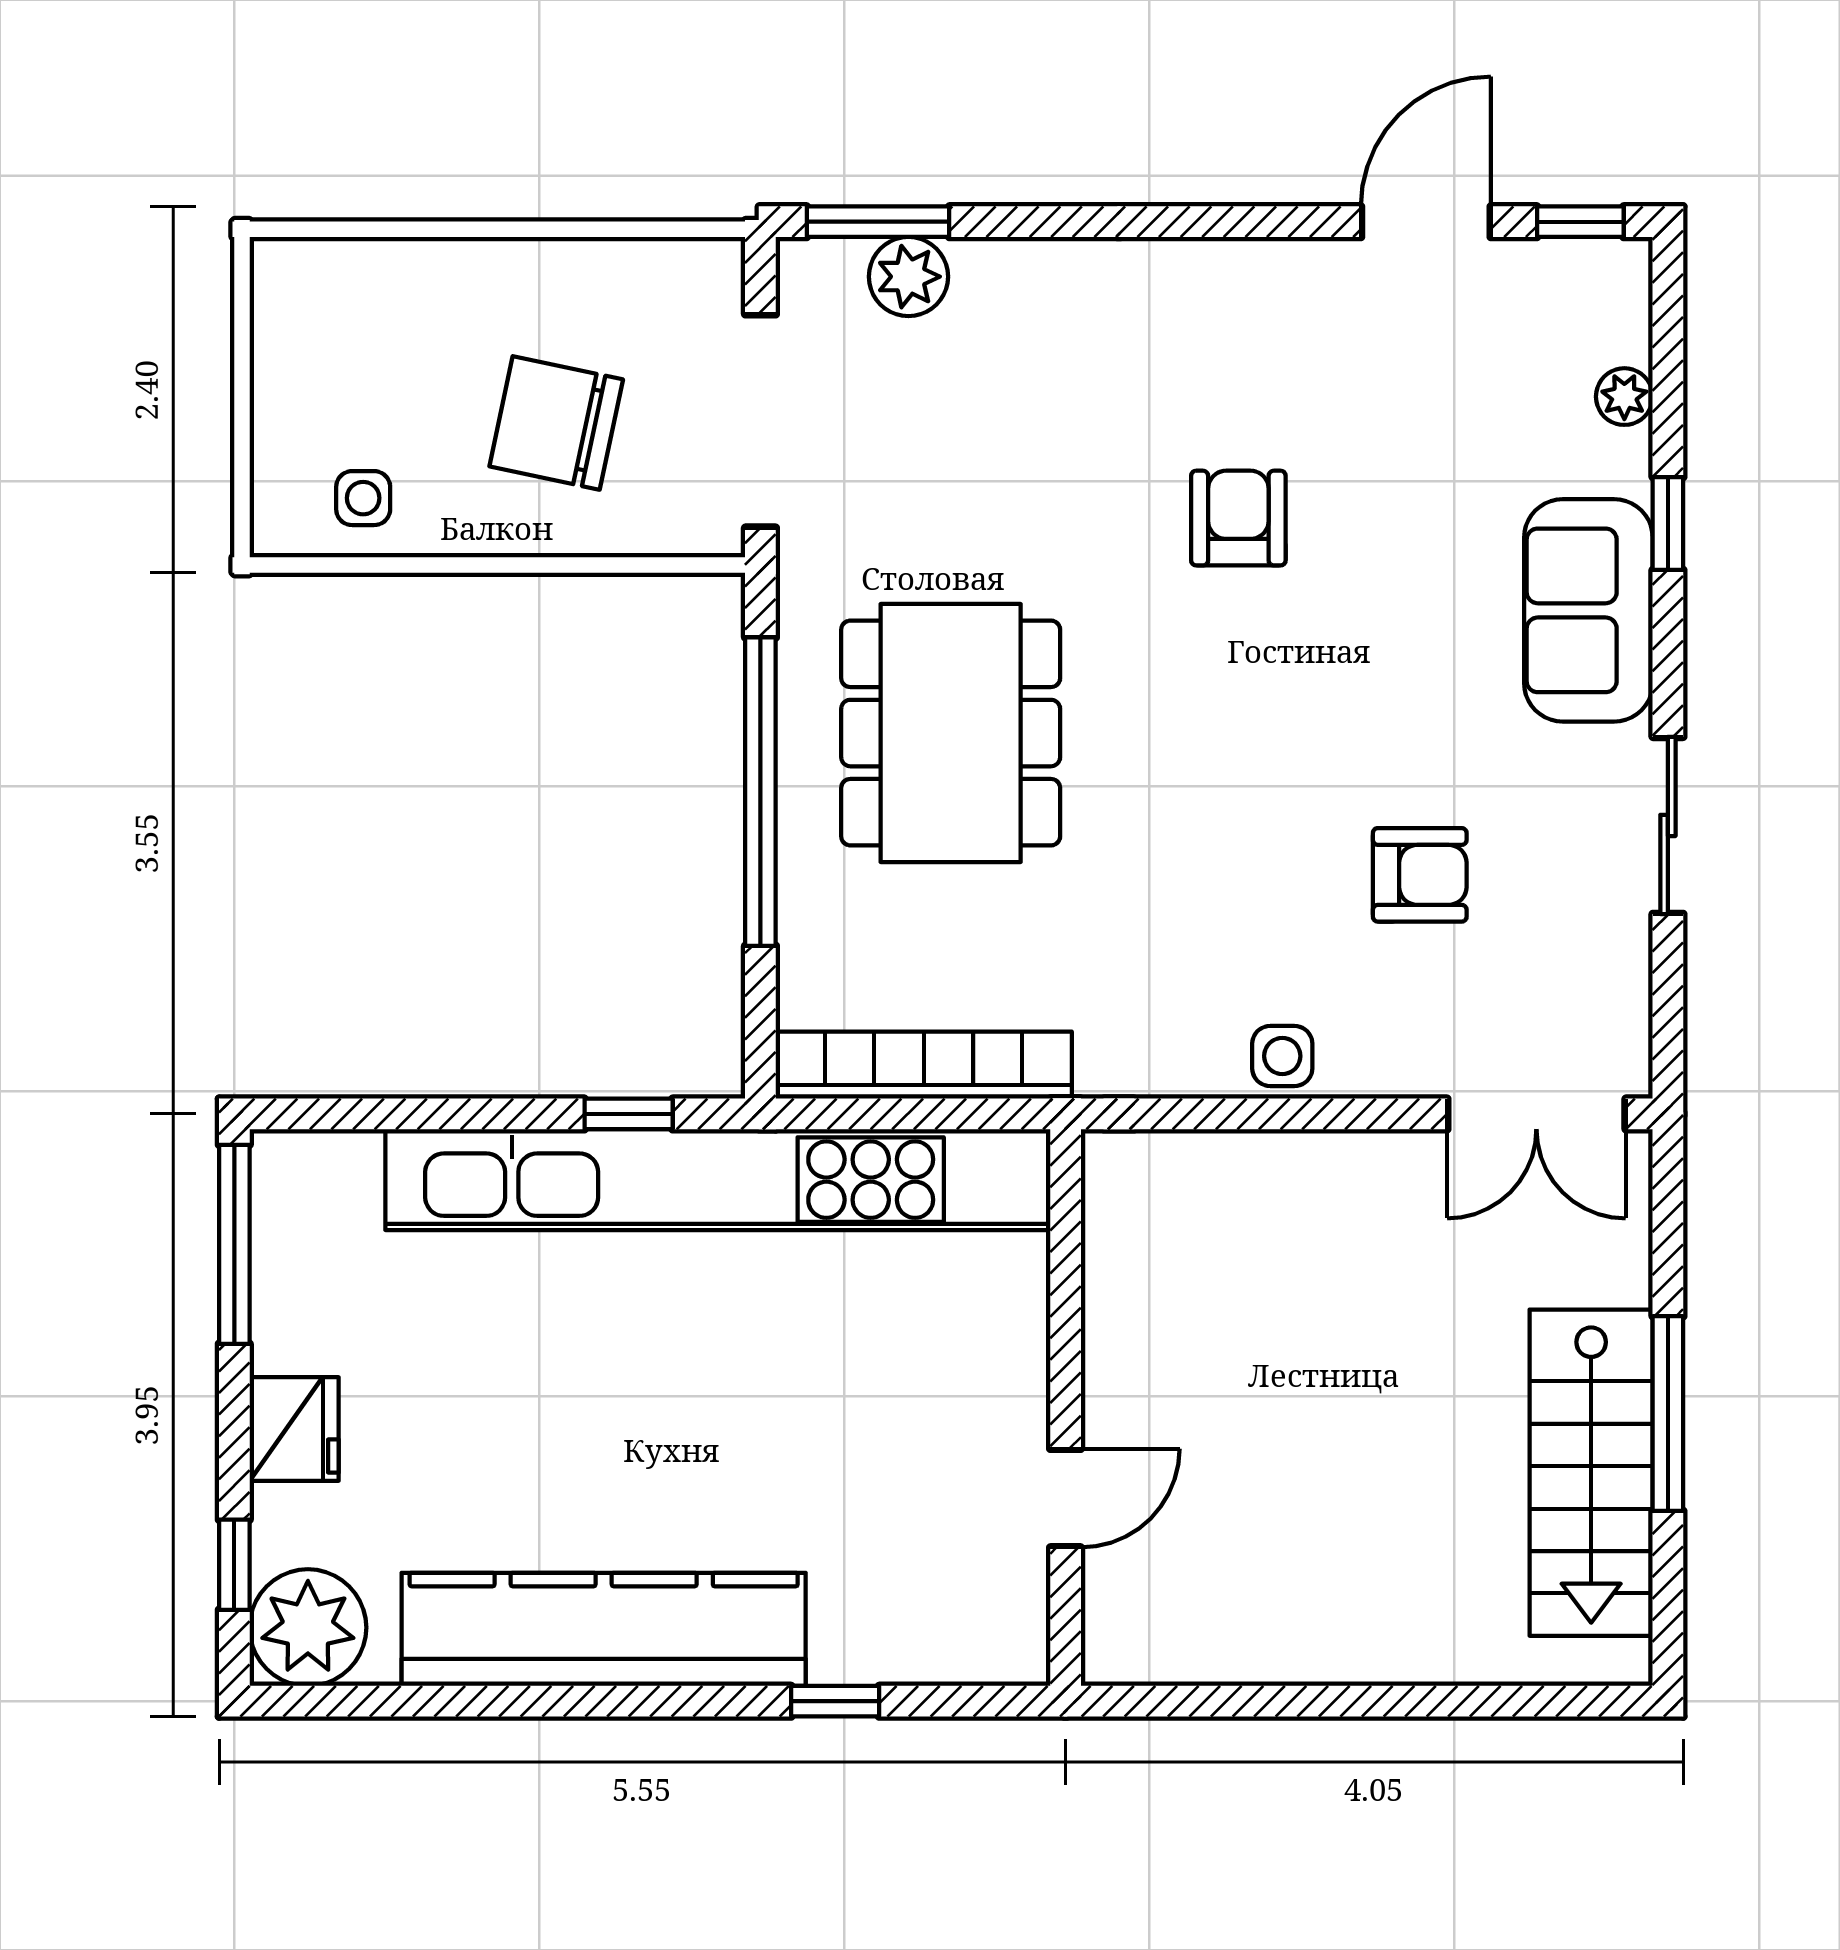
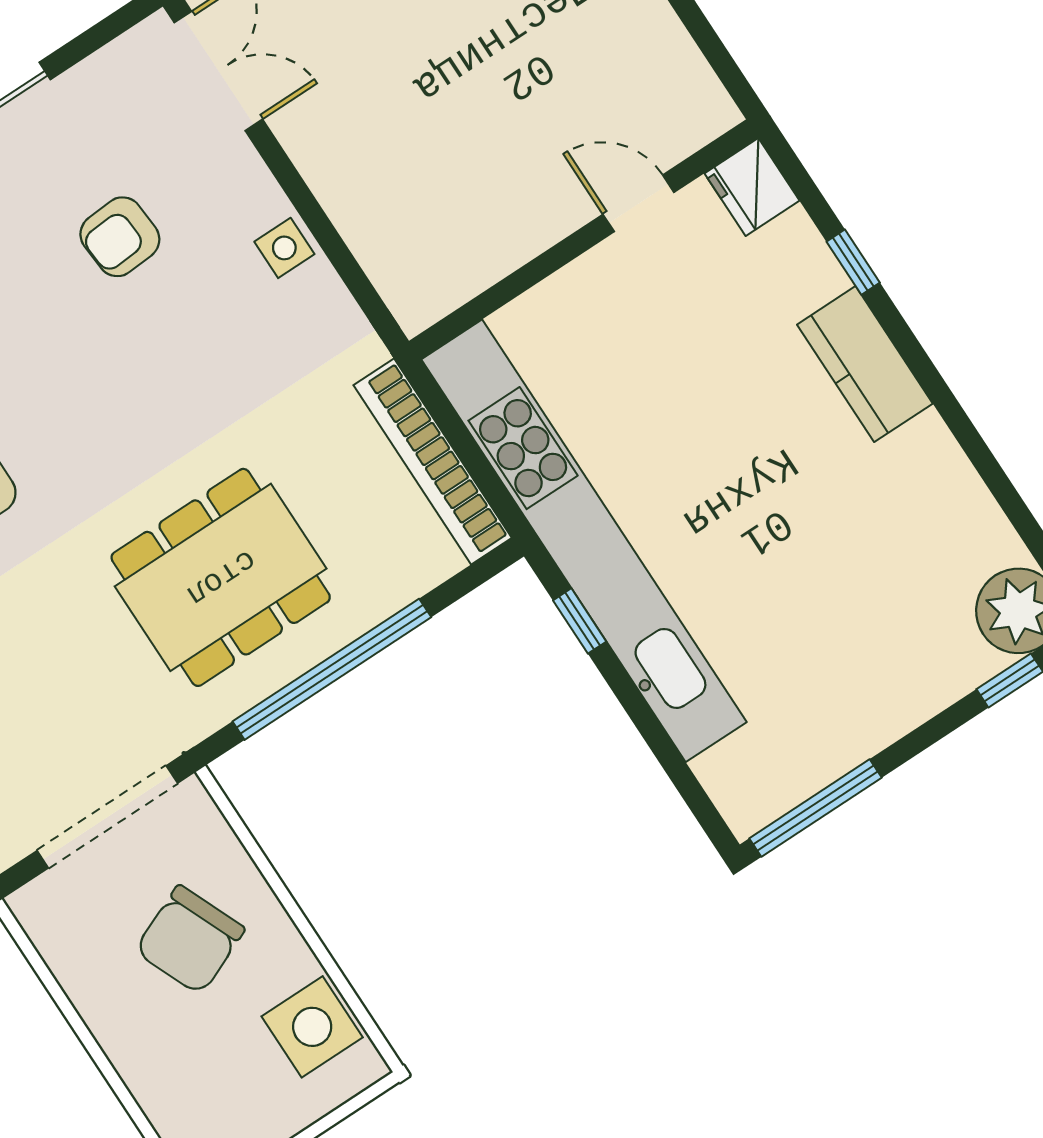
chair: (556, 423) -> (190, 940), turned 55
side table: (363, 498) -> (312, 1027), width x1.87, depth x1.87
armchair: (1420, 875) -> (120, 237), turned -94
fridge: (294, 1429) -> (752, 187), moved, turned -90
kitchen counter: (604, 1629) -> (865, 364), width x0.48, depth x0.86

